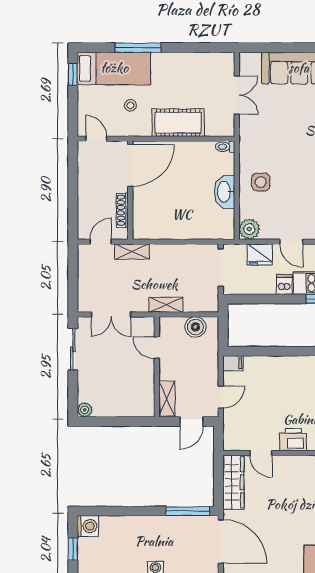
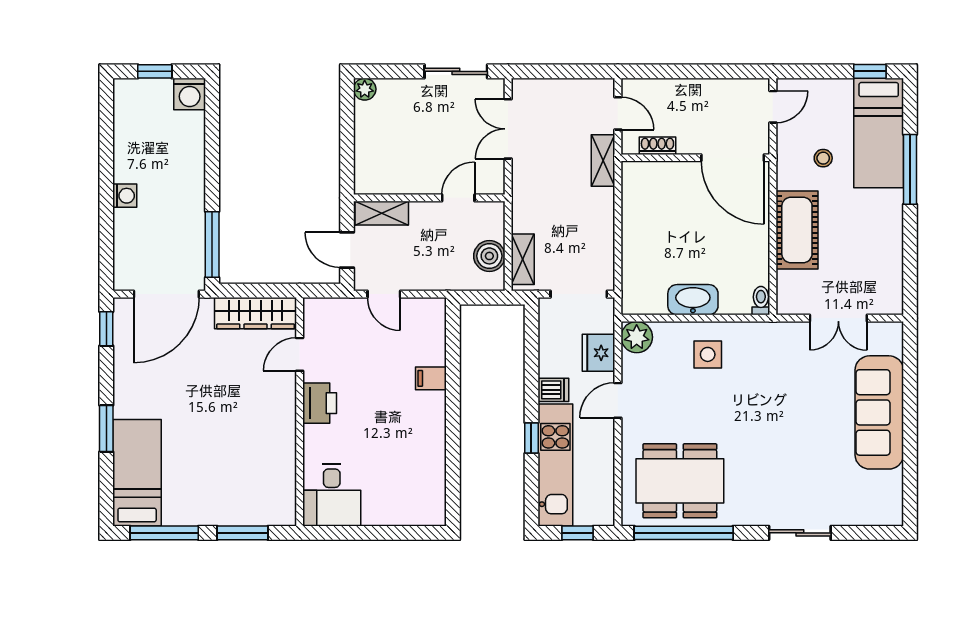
shoe rack: (122, 210) -> (657, 146), width x0.70
shelving: (166, 305) -> (523, 259), moved
filing cabinet: (233, 363) -> (431, 378), moved, turned 90

